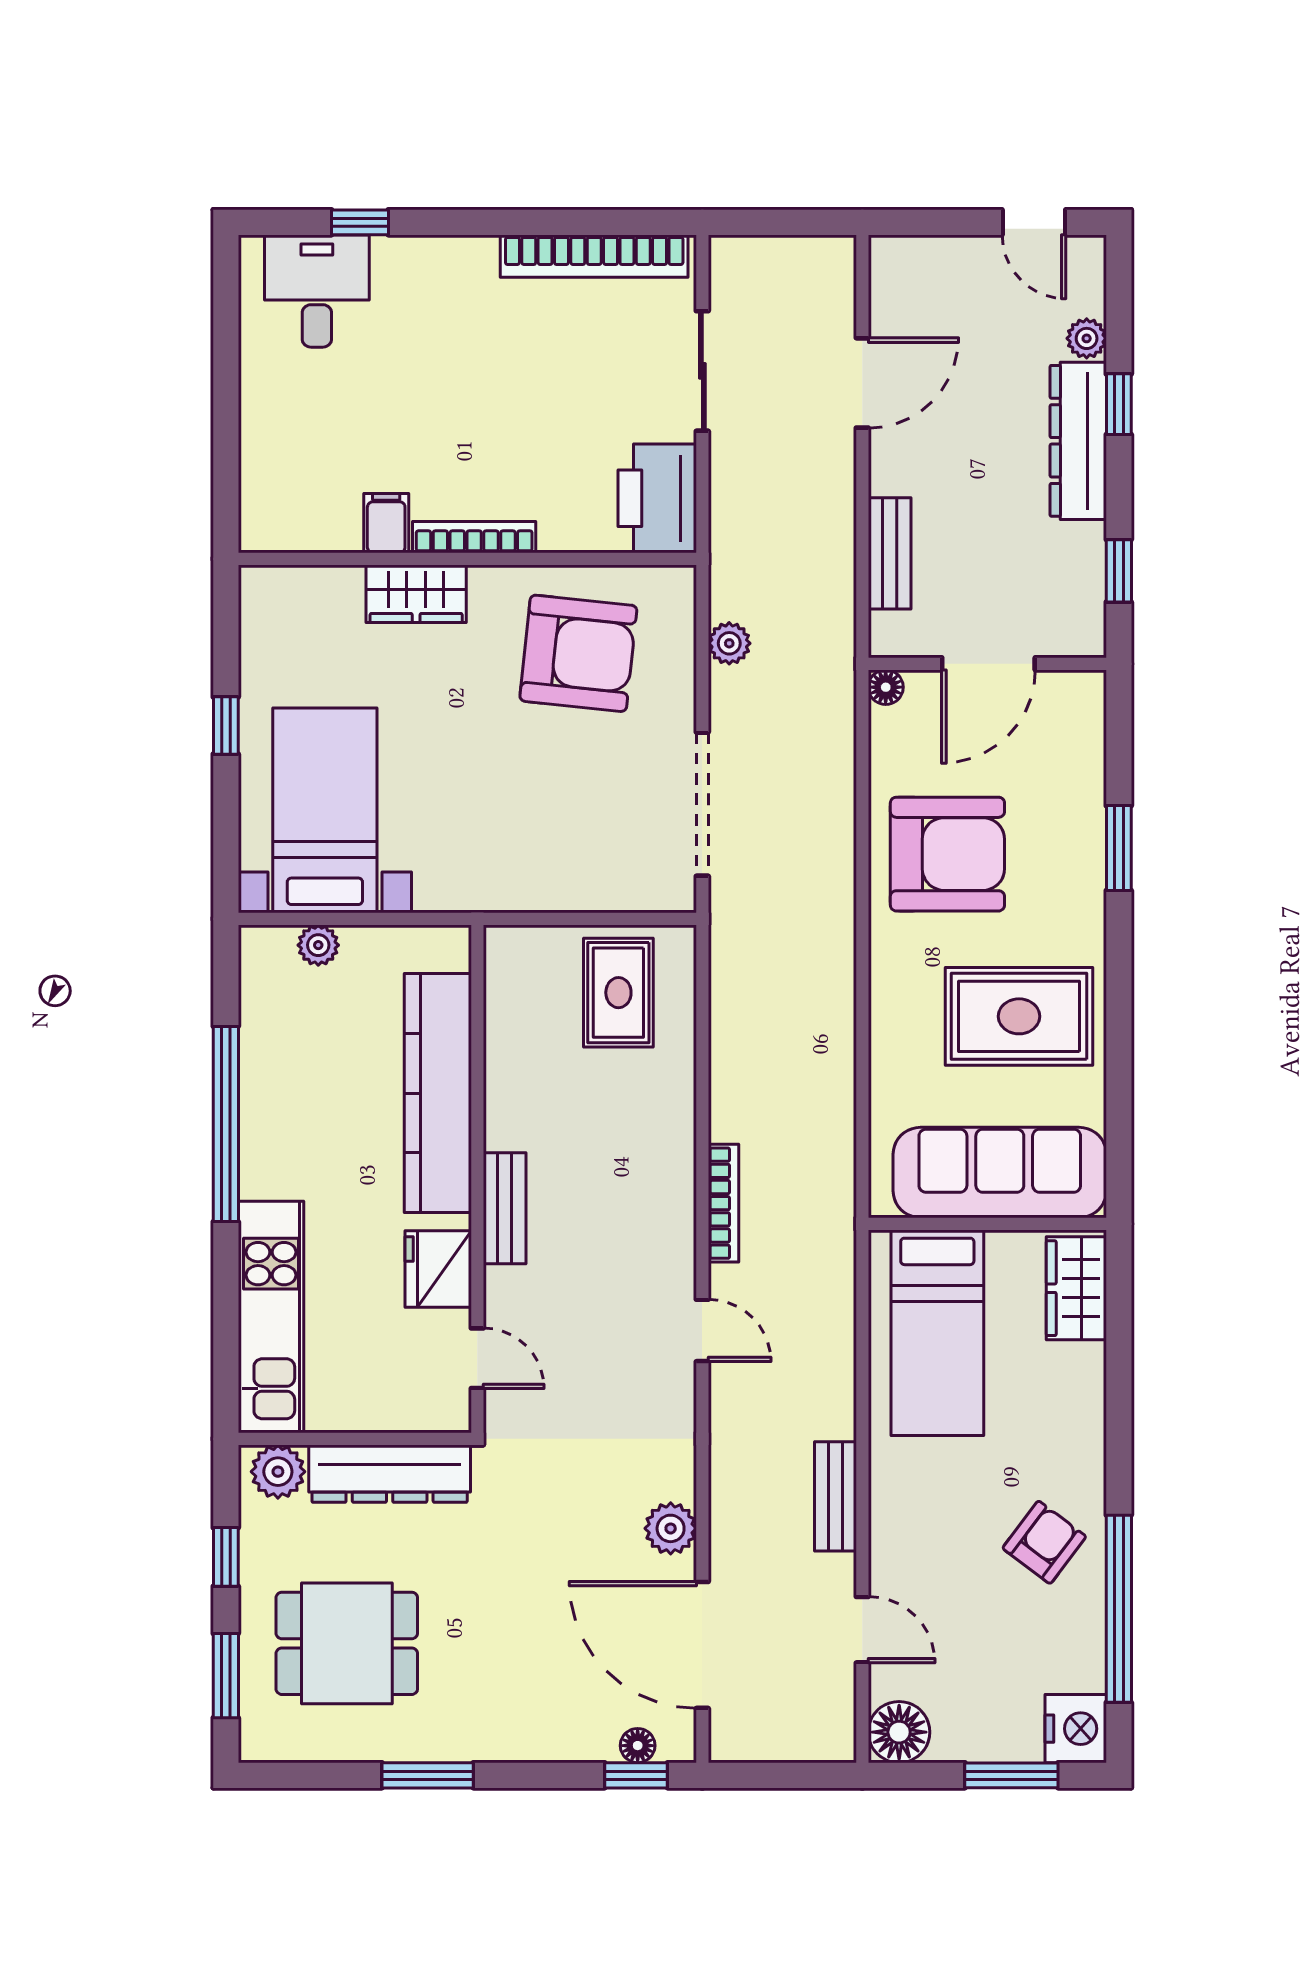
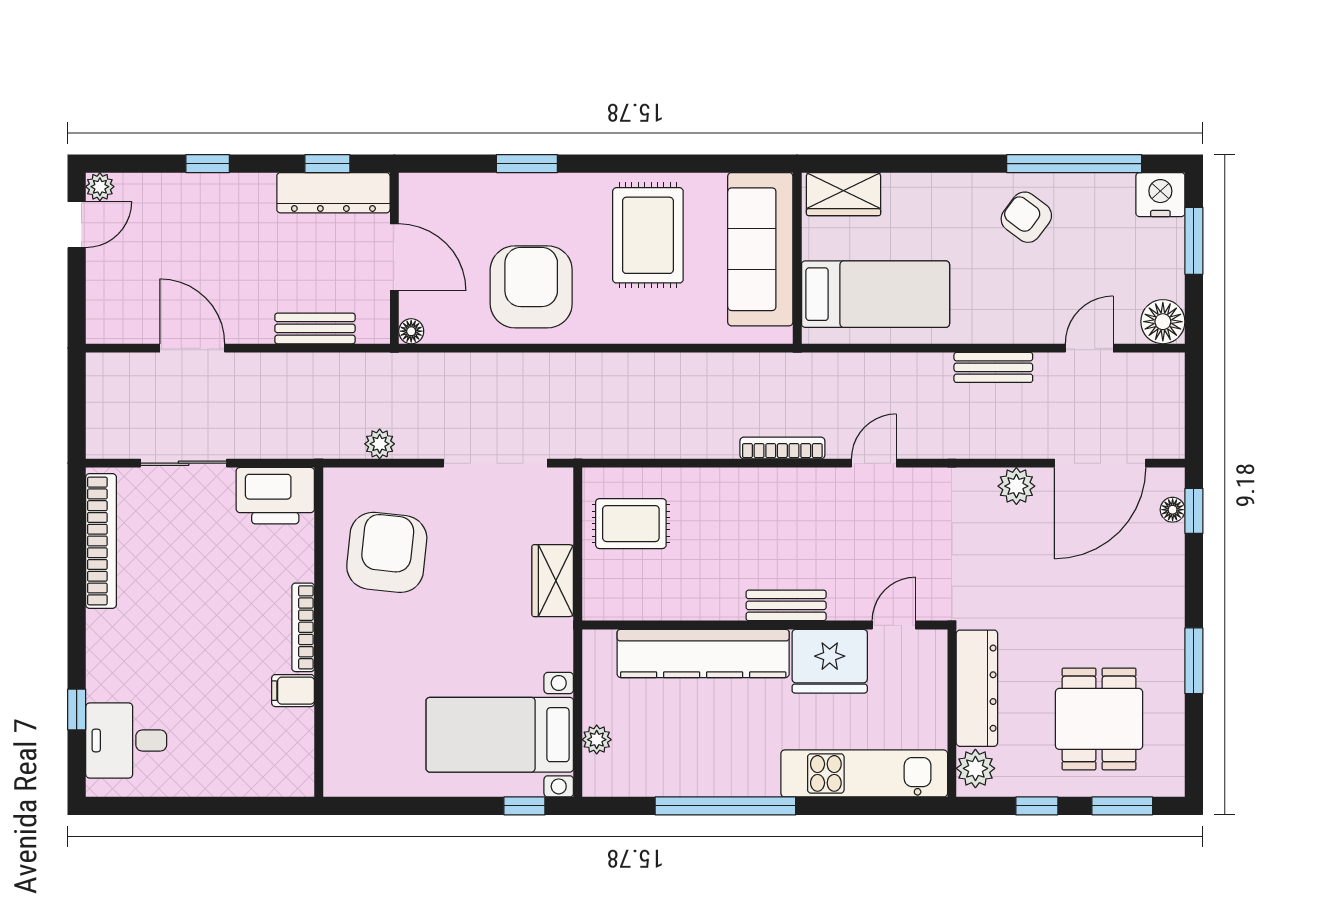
plant: (1087, 338) -> (100, 187), moved
dresser: (1078, 441) -> (333, 193), moved
wardrobe: (416, 594) -> (553, 581), moved, turned 180
window: (226, 726) -> (524, 806), moved
fridge: (438, 1269) -> (830, 661), width x1.36, depth x1.34

